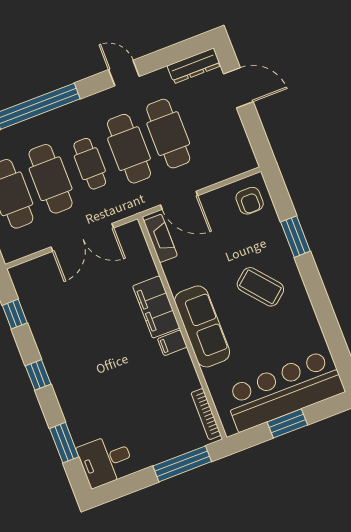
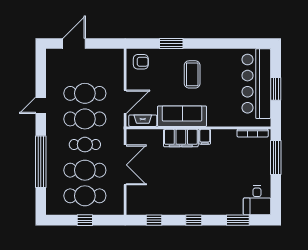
dresser: (194, 66) -> (52, 64), removed
coffee table: (260, 287) -> (192, 74), turned -50
sofa: (202, 326) -> (182, 116), moved

